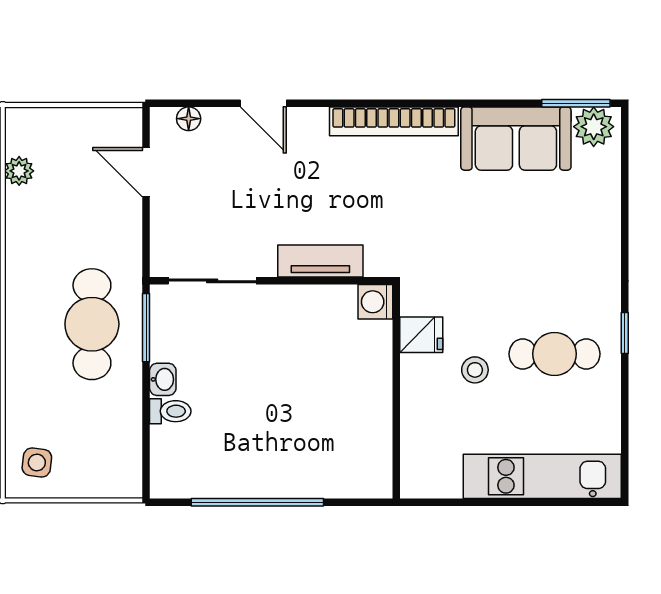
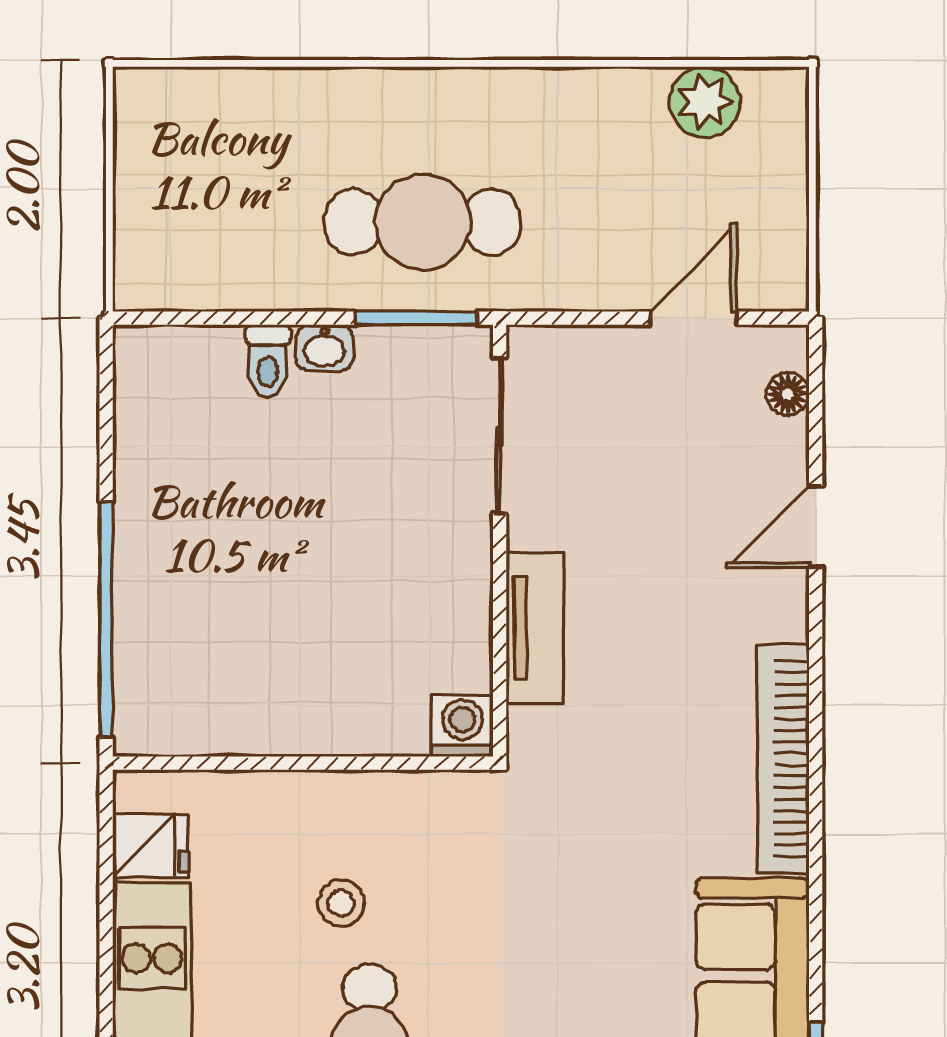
plant: (19, 171) -> (705, 102), width x1.38, depth x1.38
fridge: (421, 335) -> (150, 845), moved, turned -90
side table: (37, 462) -> (177, 124), removed
window: (257, 502) -> (106, 620), moved

